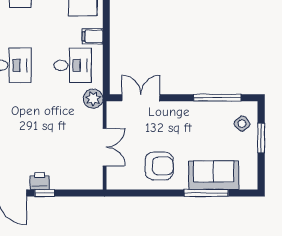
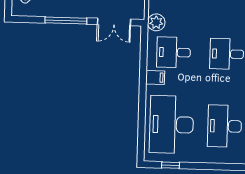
window: (217, 98) -> (66, 21), moved

